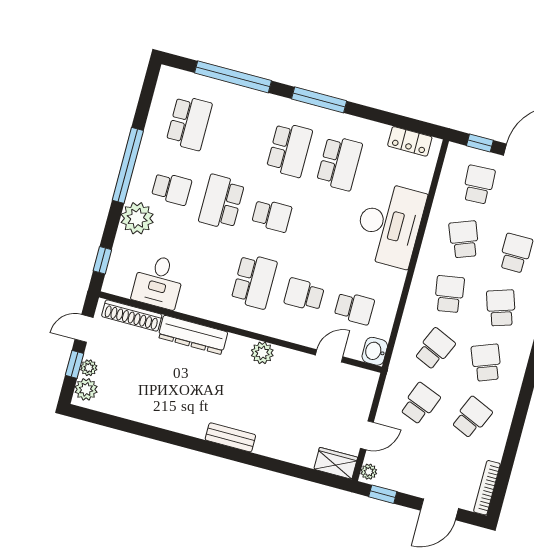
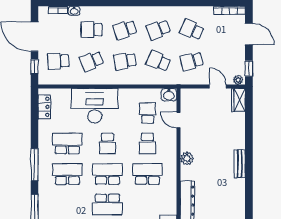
school desk: (272, 215) -> (107, 174), width x1.85
school desk: (322, 229) -> (107, 143), added
school desk: (420, 404) -> (192, 61), turned -36

